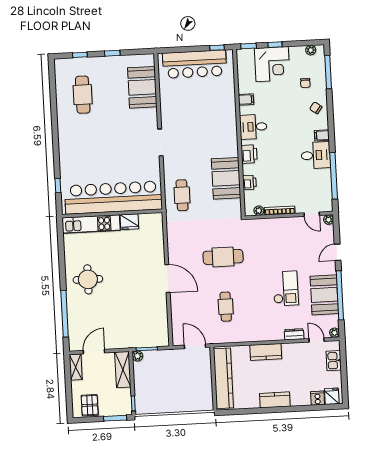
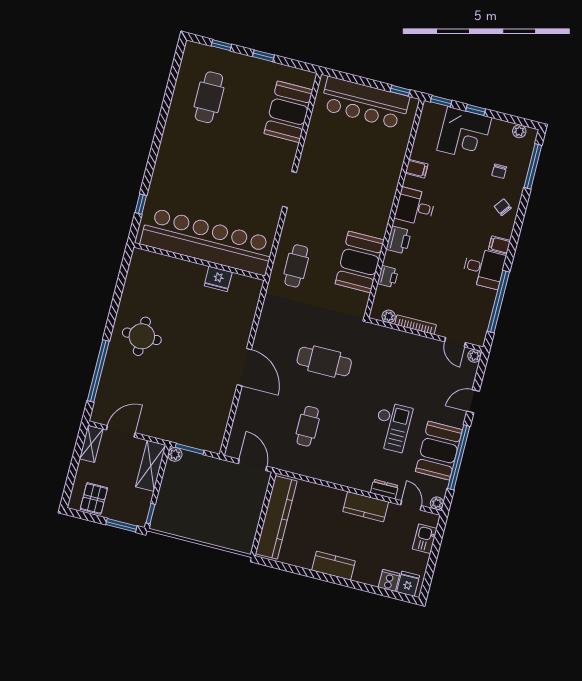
kitchen unit: (91, 224) -> (168, 267), removed
kitchen counter: (266, 352) -> (366, 507), moved

